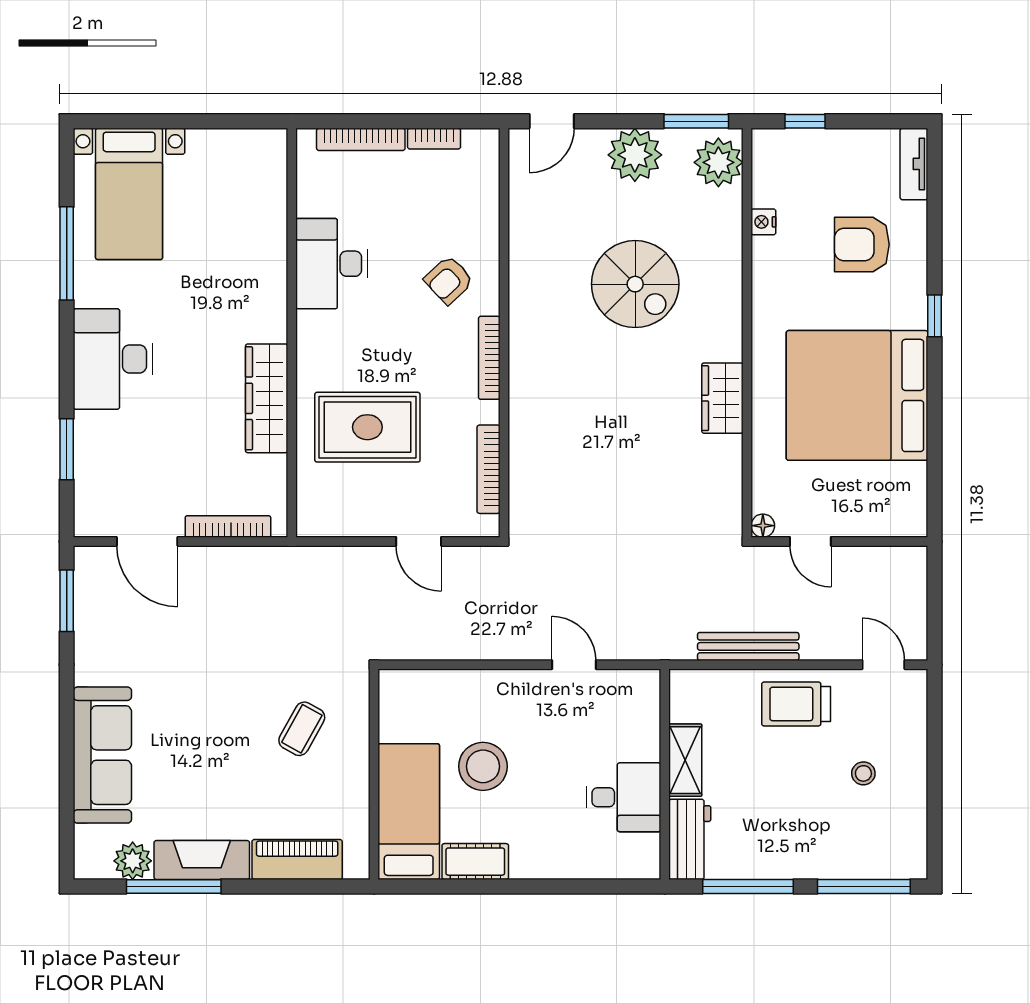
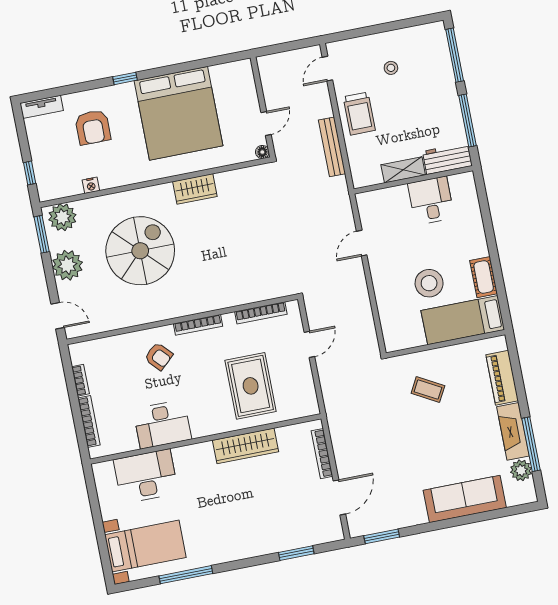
spiral stairs: (635, 284) -> (140, 251), width x1.37, depth x1.37
desk: (113, 359) -> (146, 476), moved, turned 180

